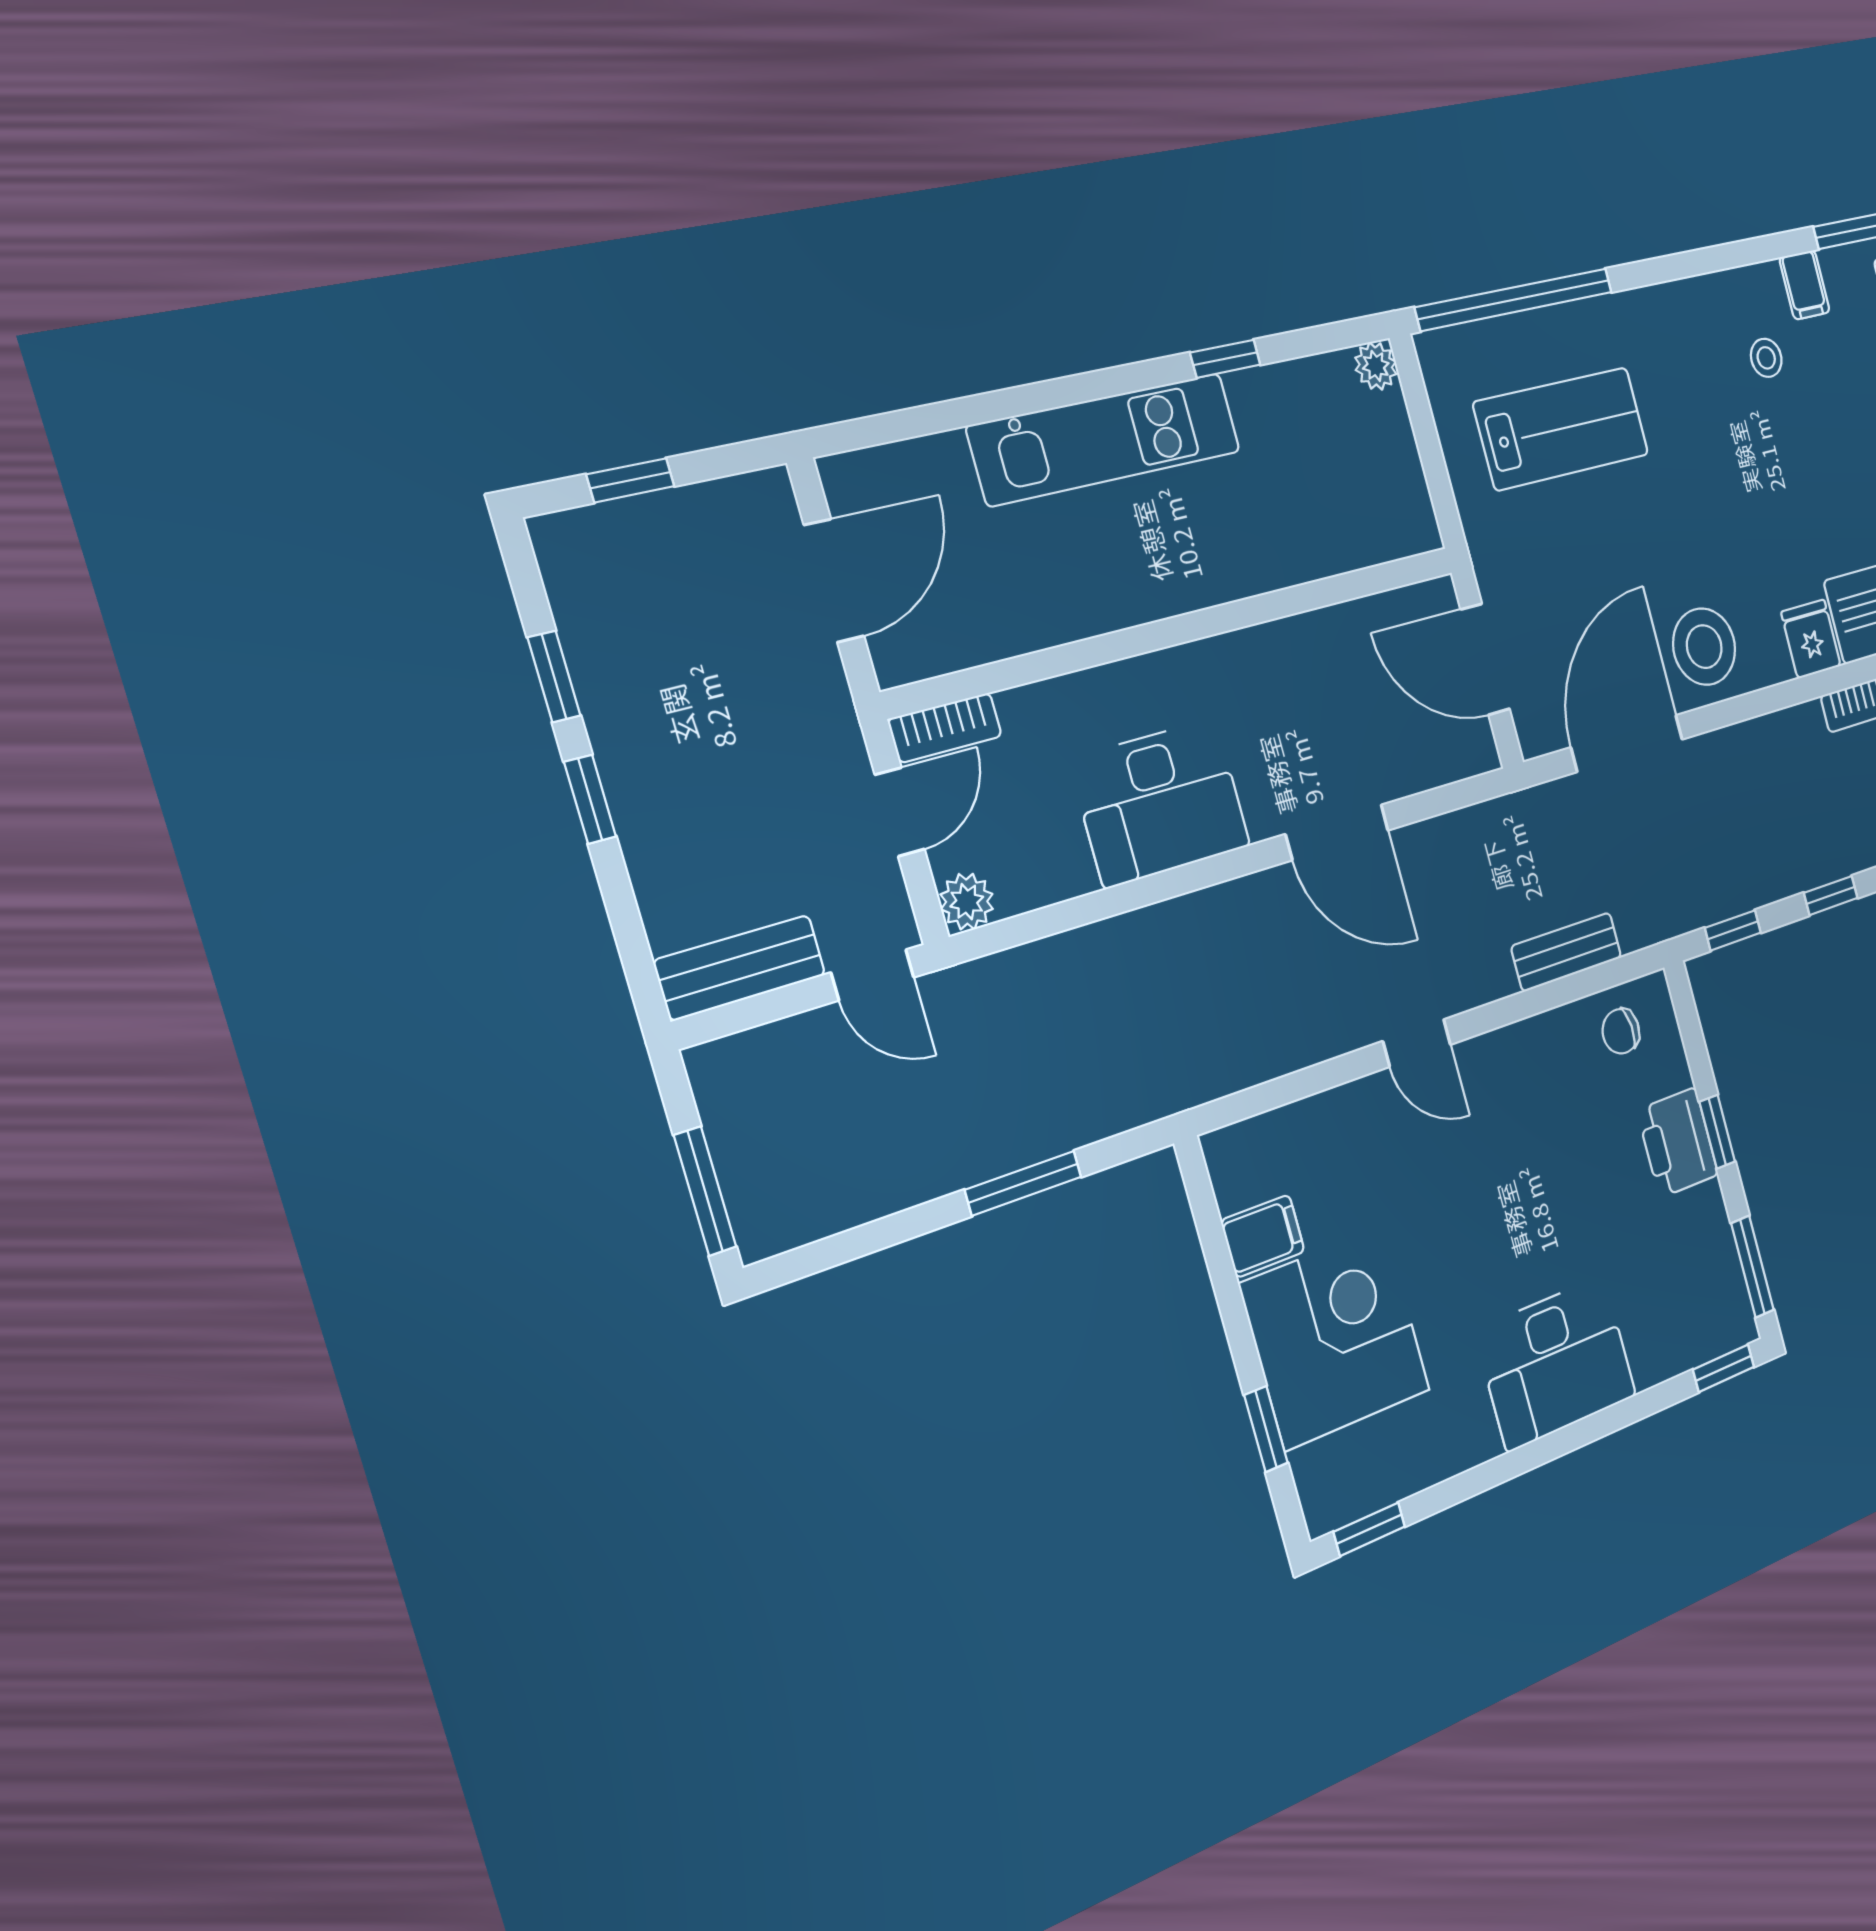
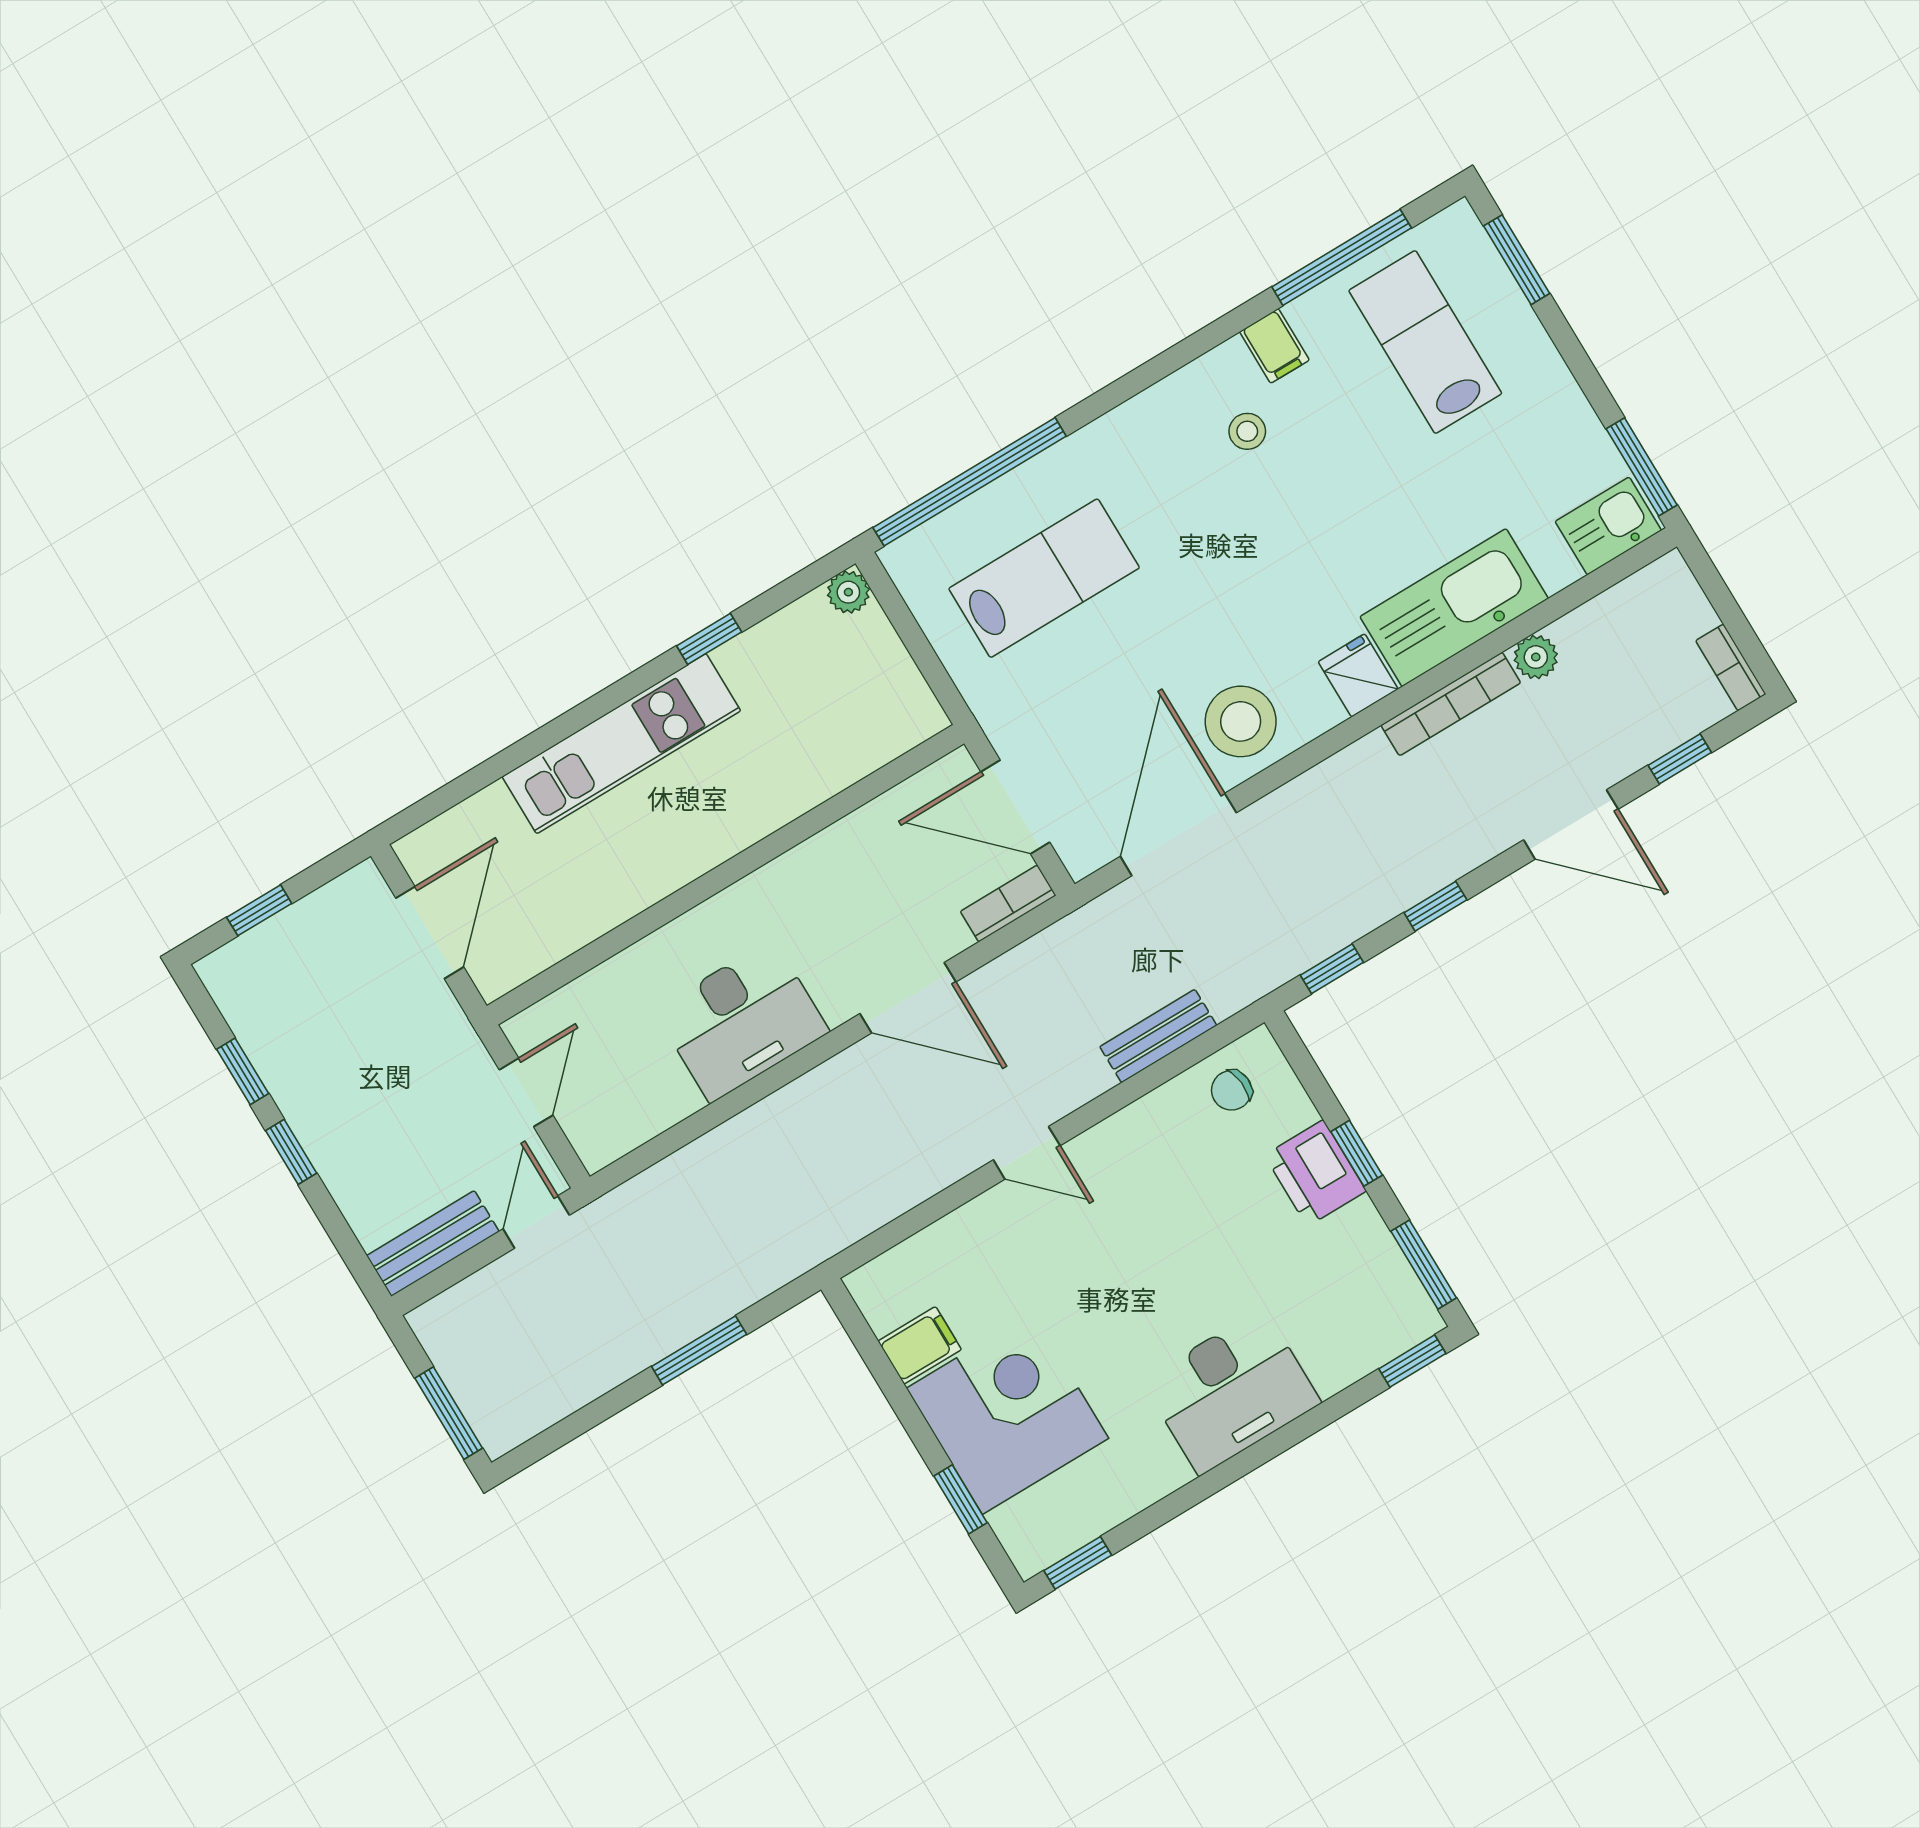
bookcase: (945, 728) -> (1008, 904), moved, turned 180
plant: (967, 902) -> (598, 1146), removed
door: (873, 975) -> (536, 1222), swing flipped

